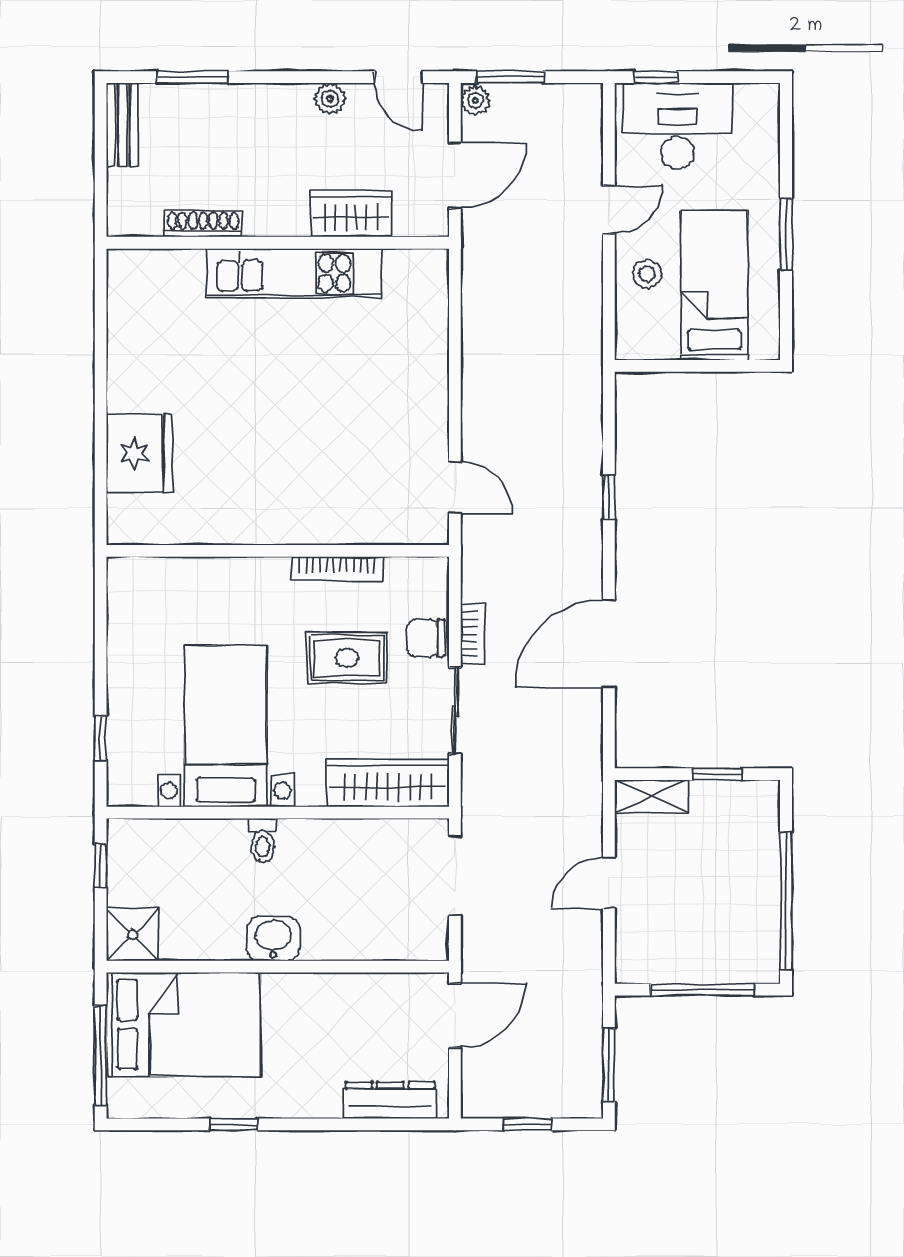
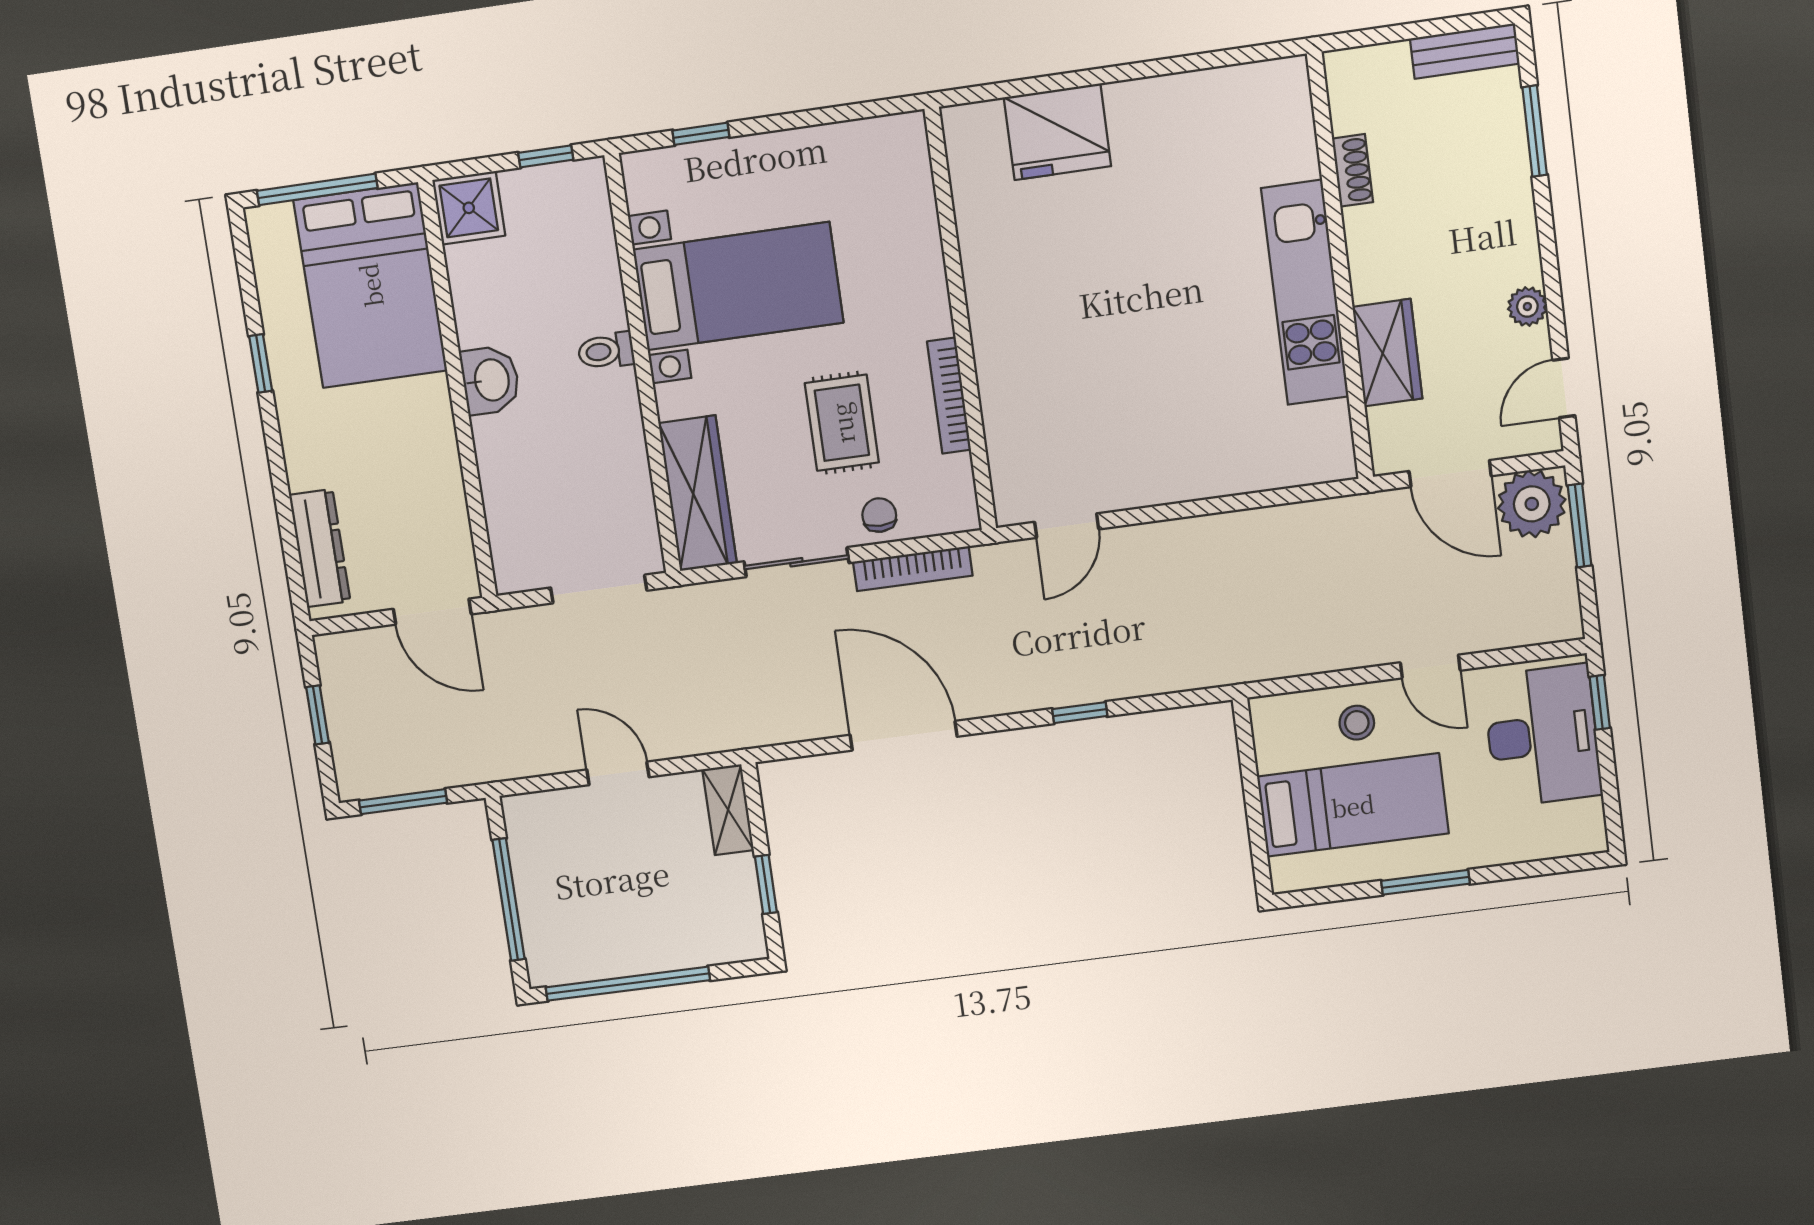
plant: (475, 100) -> (1532, 504), width x1.87, depth x1.87
shoe rack: (203, 224) -> (1353, 170), width x0.70
bookcase: (473, 634) -> (913, 569), width x1.56
chair: (426, 638) -> (879, 515), width x0.73, depth x0.73

